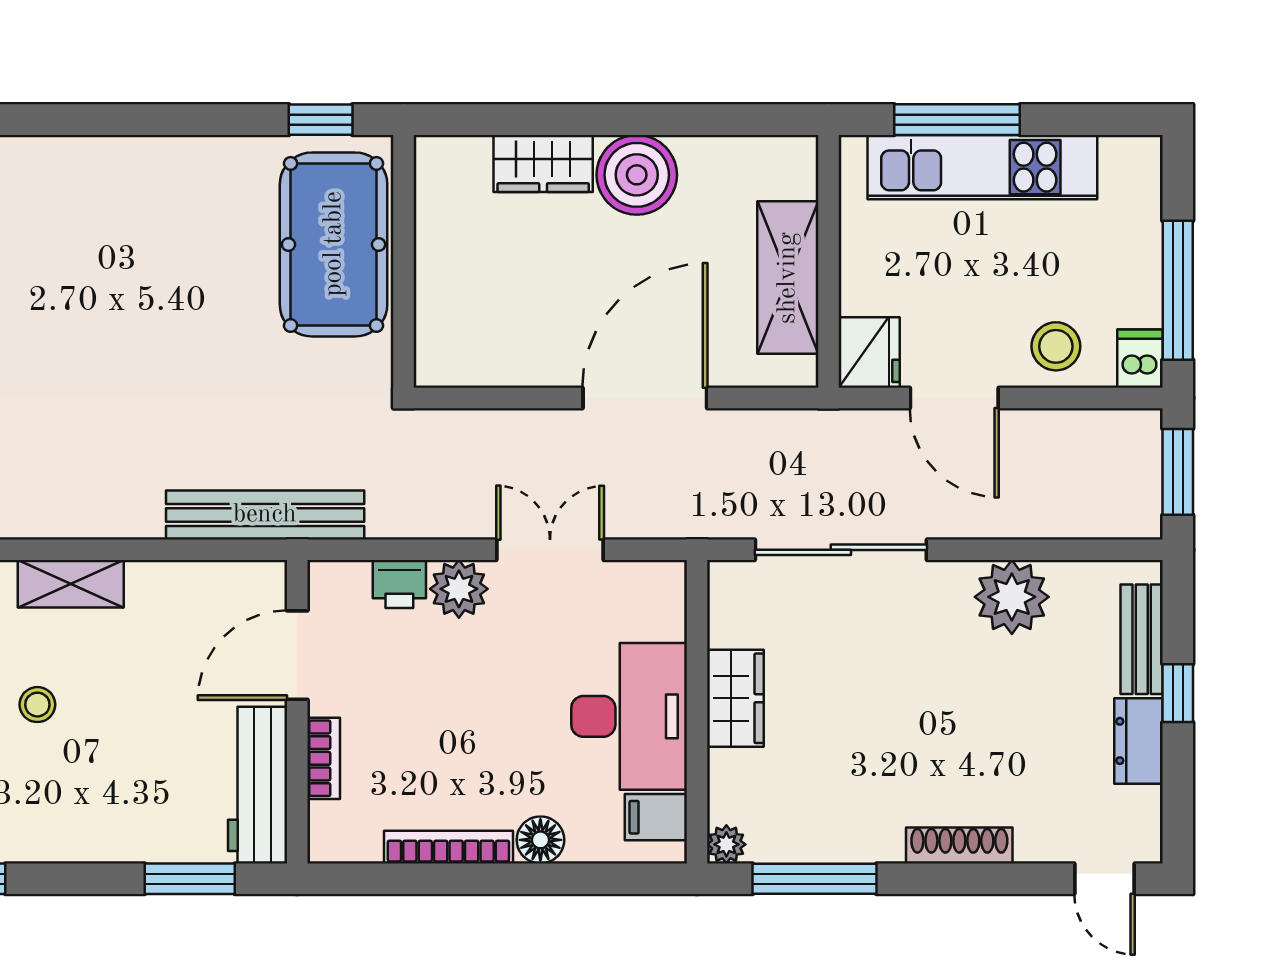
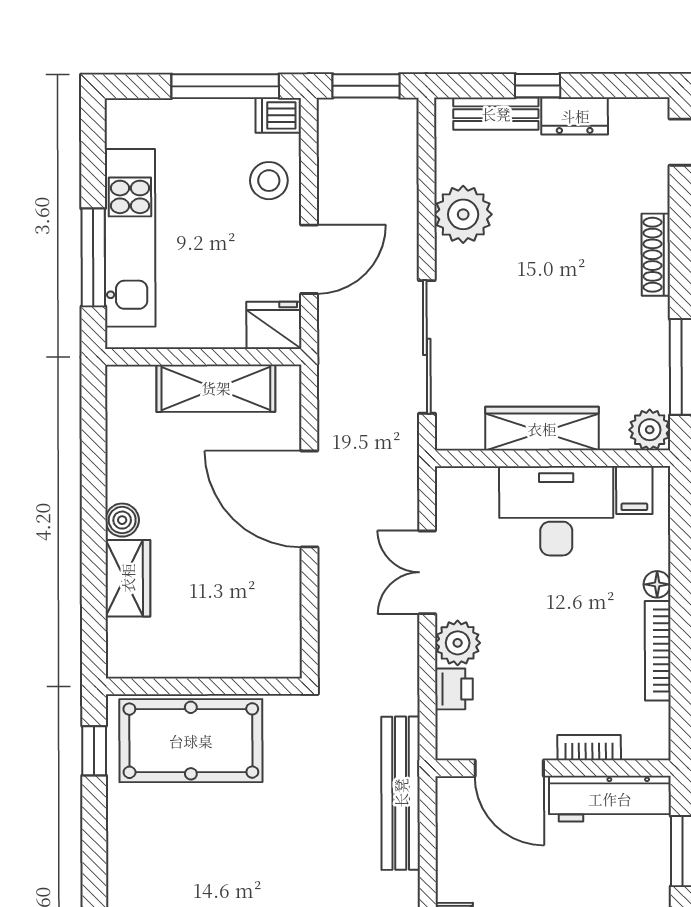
boiler: (637, 175) -> (122, 520), width x0.54, depth x0.54
wardrobe: (735, 698) -> (542, 429), width x1.50
floor lamp: (540, 840) -> (657, 584), width x0.73, depth x0.73
plant: (726, 844) -> (650, 430), width x1.38, depth x1.38

